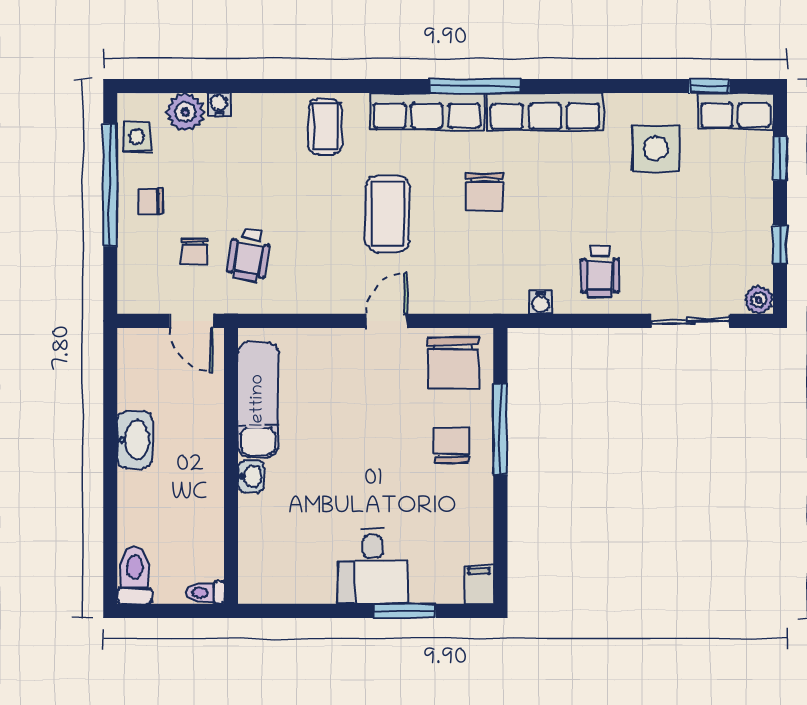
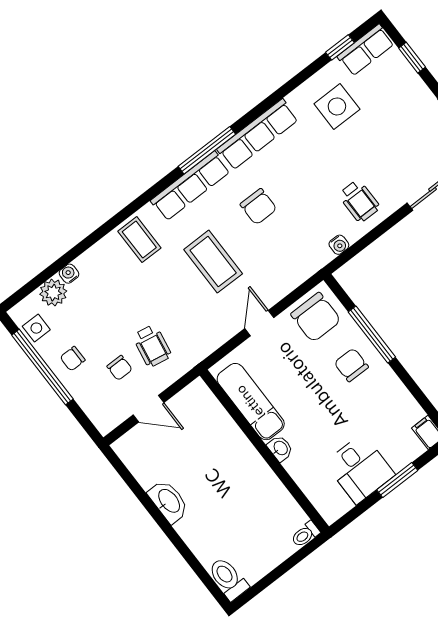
exam couch: (258, 400) -> (251, 402), moved
wall: (231, 466) -> (264, 451), moved
washbasin: (251, 476) -> (280, 448), moved
toilet: (205, 592) -> (305, 534), moved

